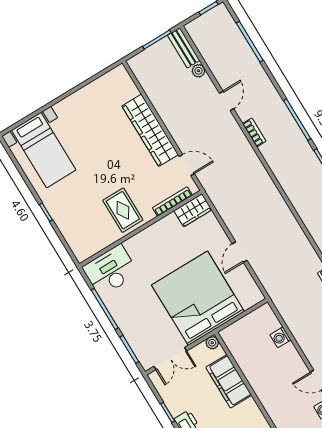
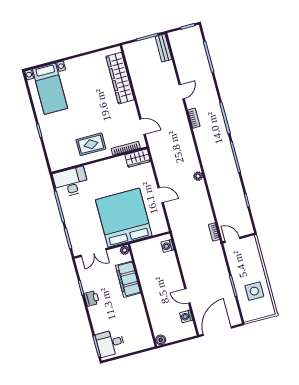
plant: (199, 71) -> (198, 176), moved
wardrobe: (150, 130) -> (120, 78), moved
rug: (123, 210) -> (91, 144), turned 90
door: (240, 252) -> (161, 195), swing flipped
washing machine: (280, 337) -> (167, 246), moved

